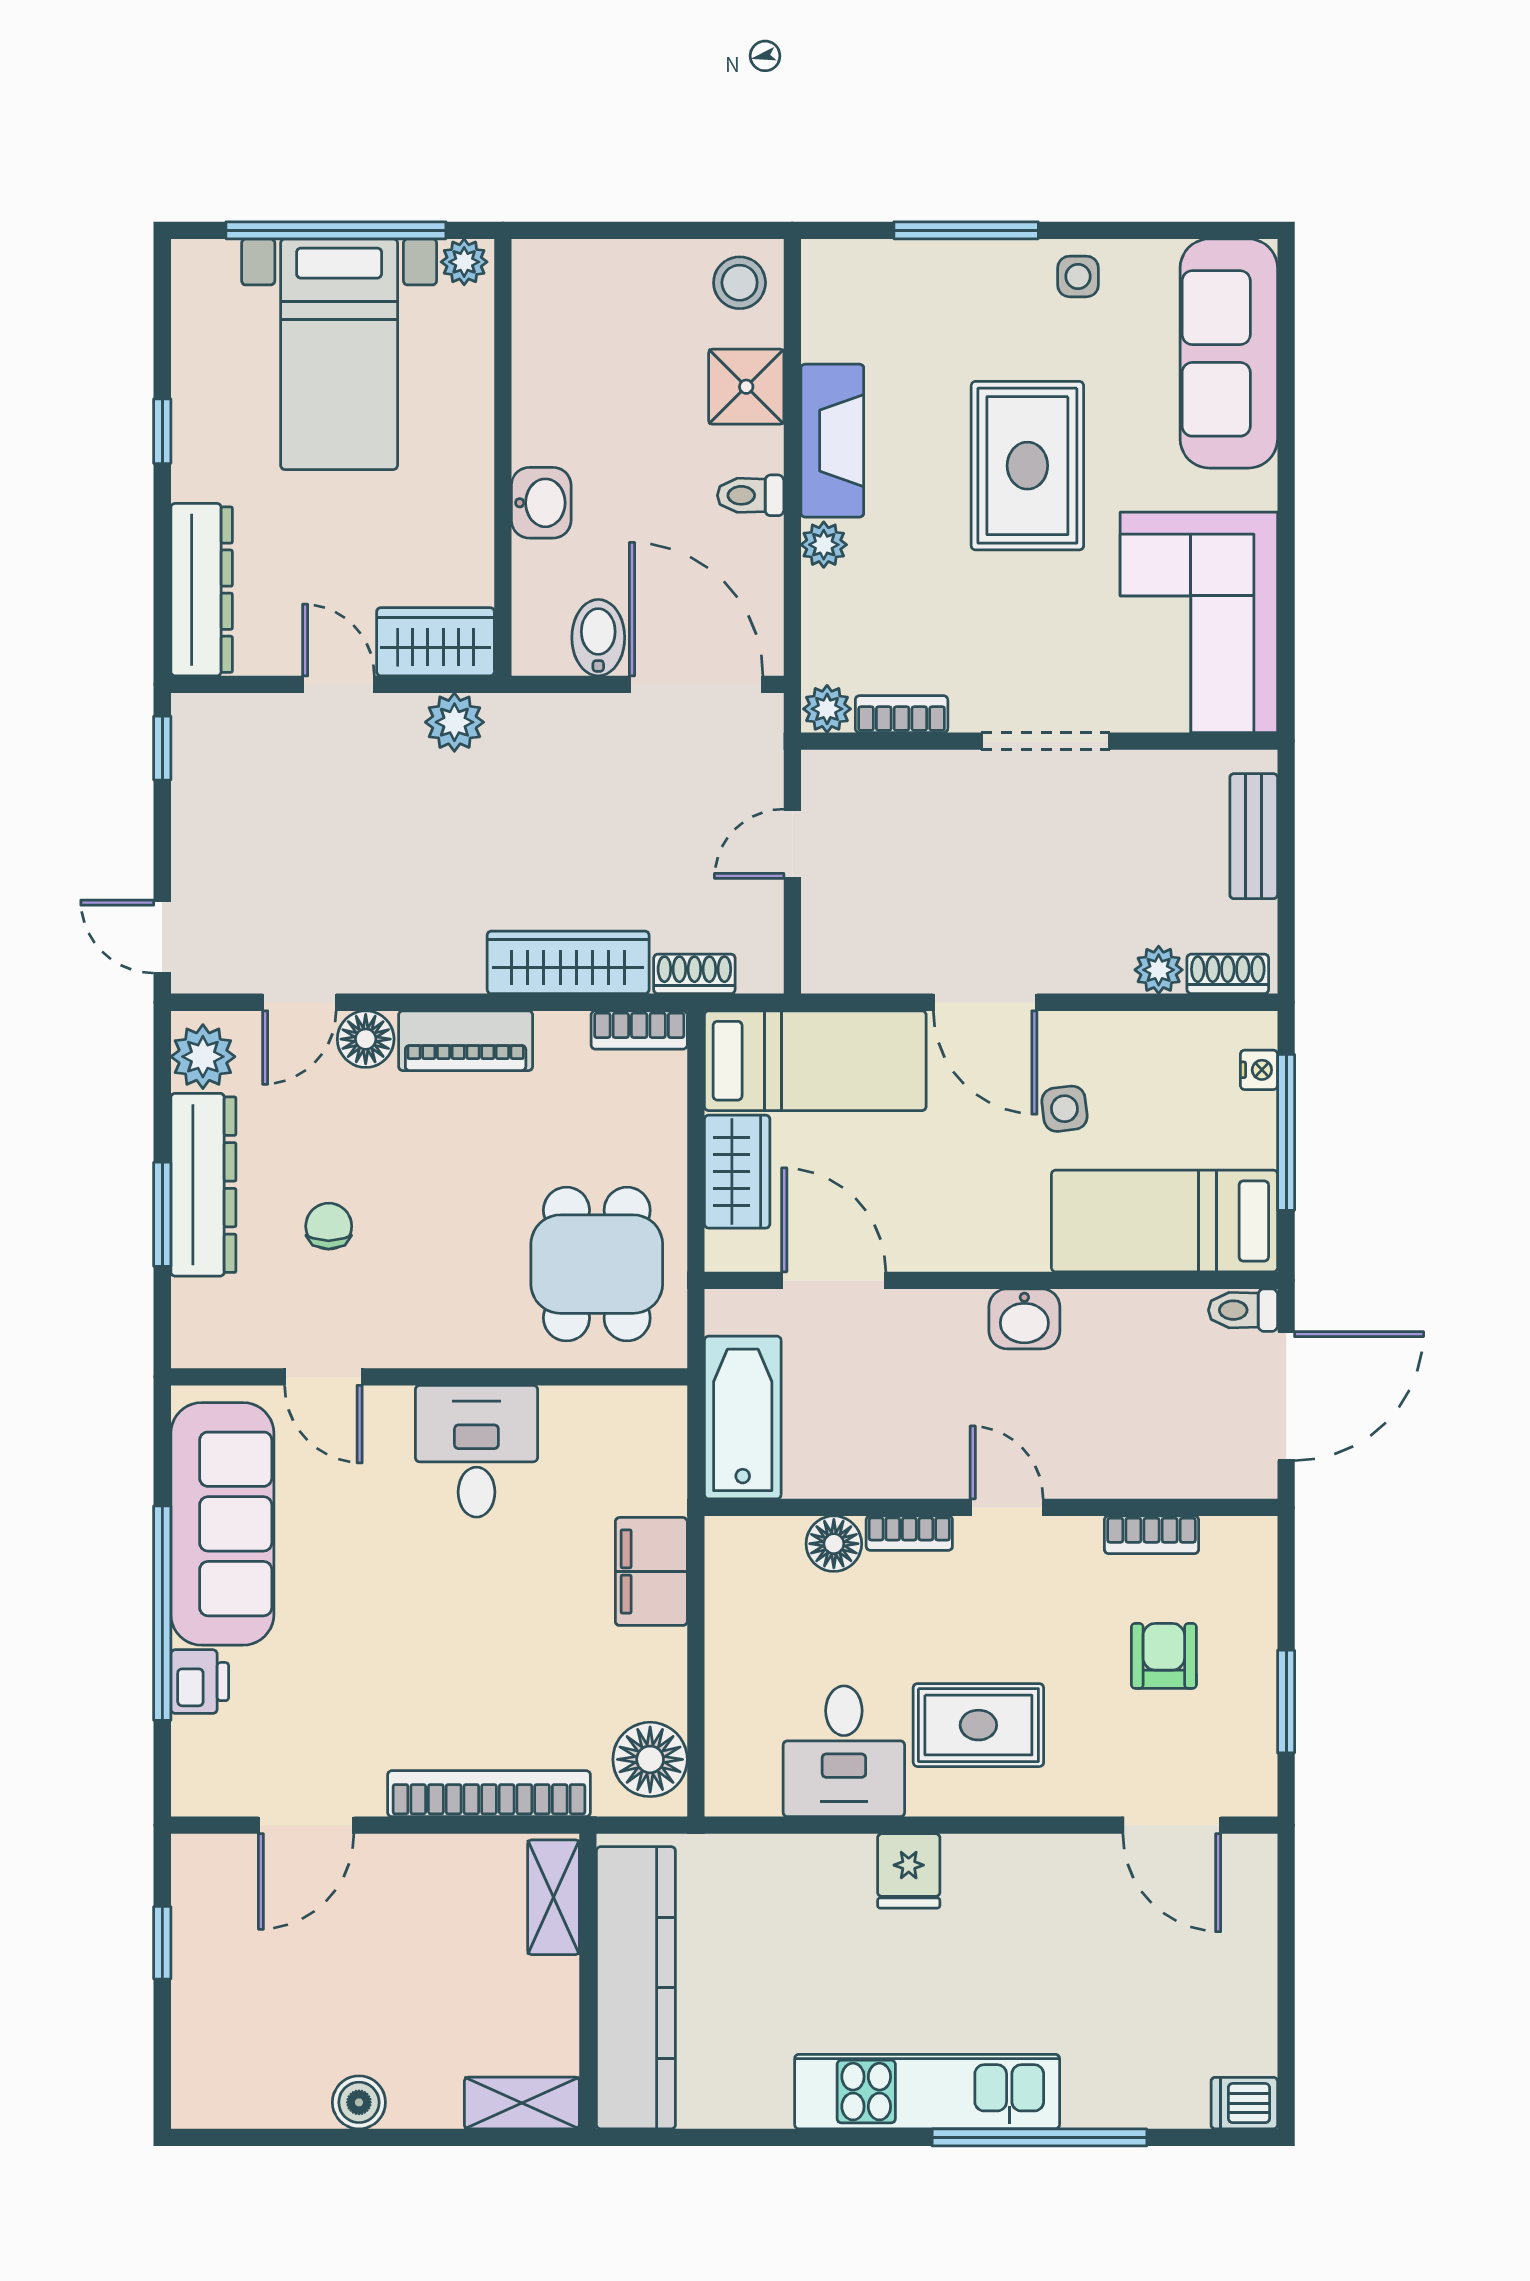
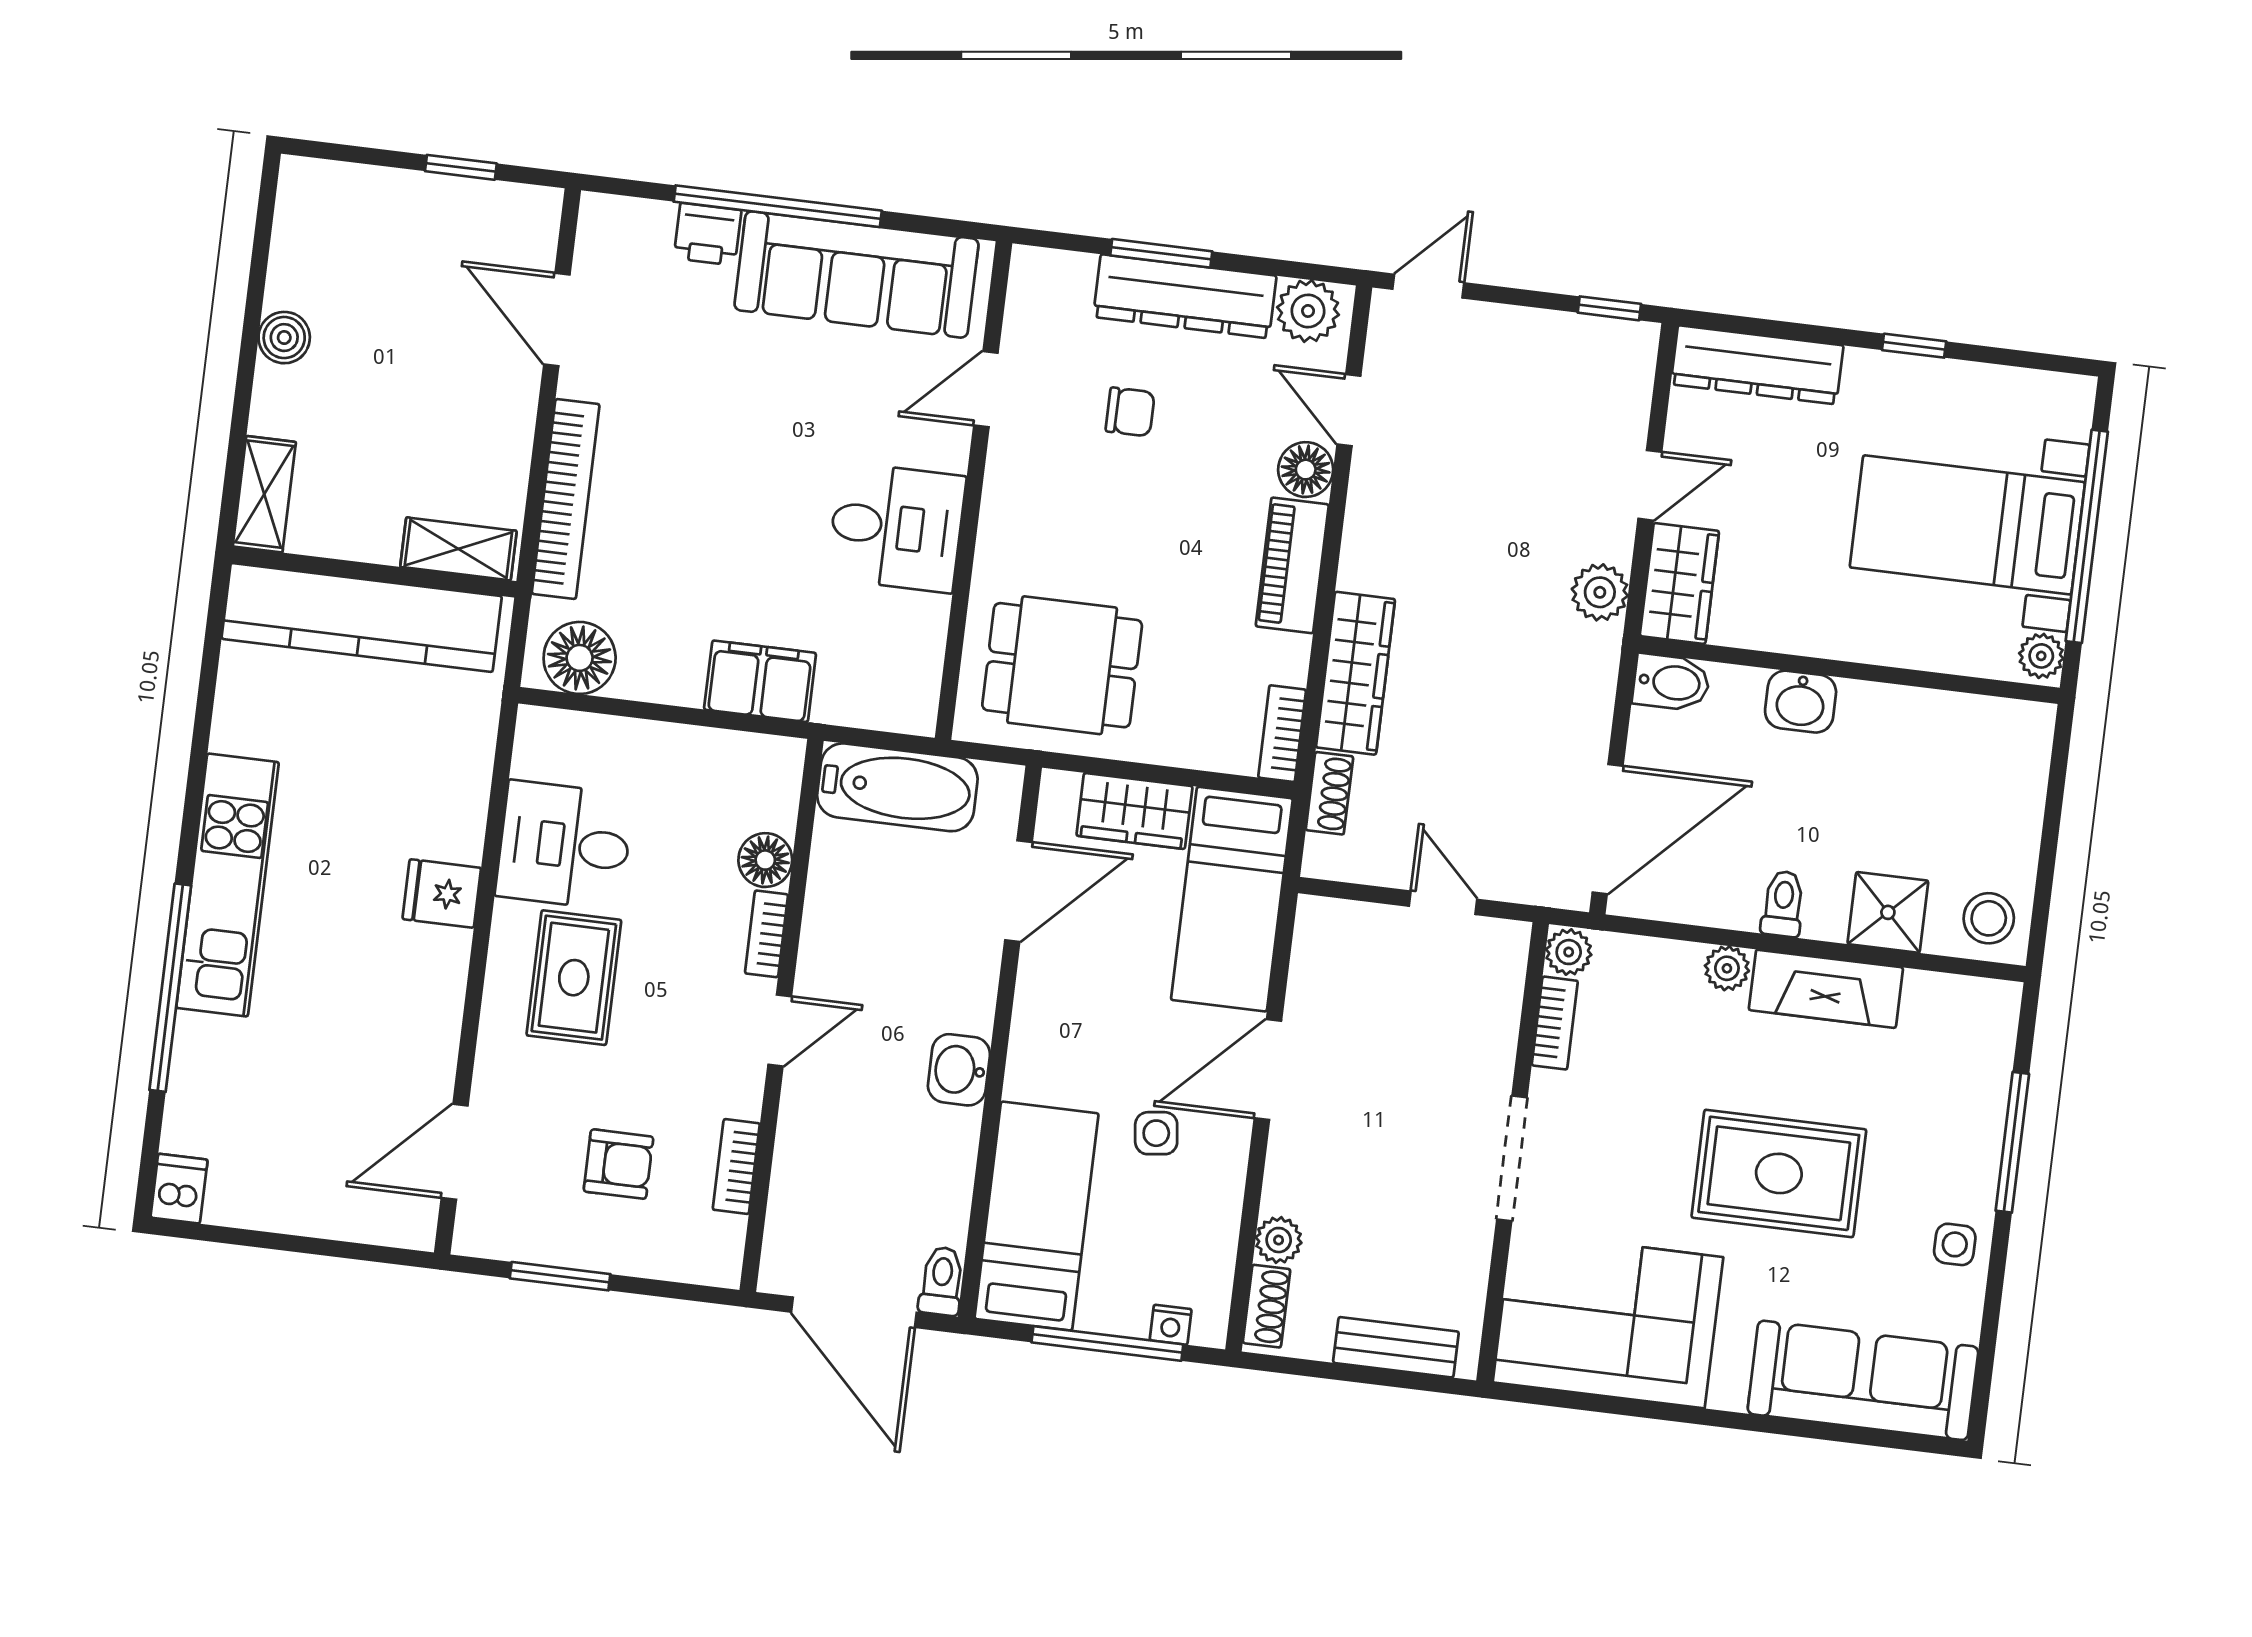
bidet: (598, 638) -> (1671, 682), moved

